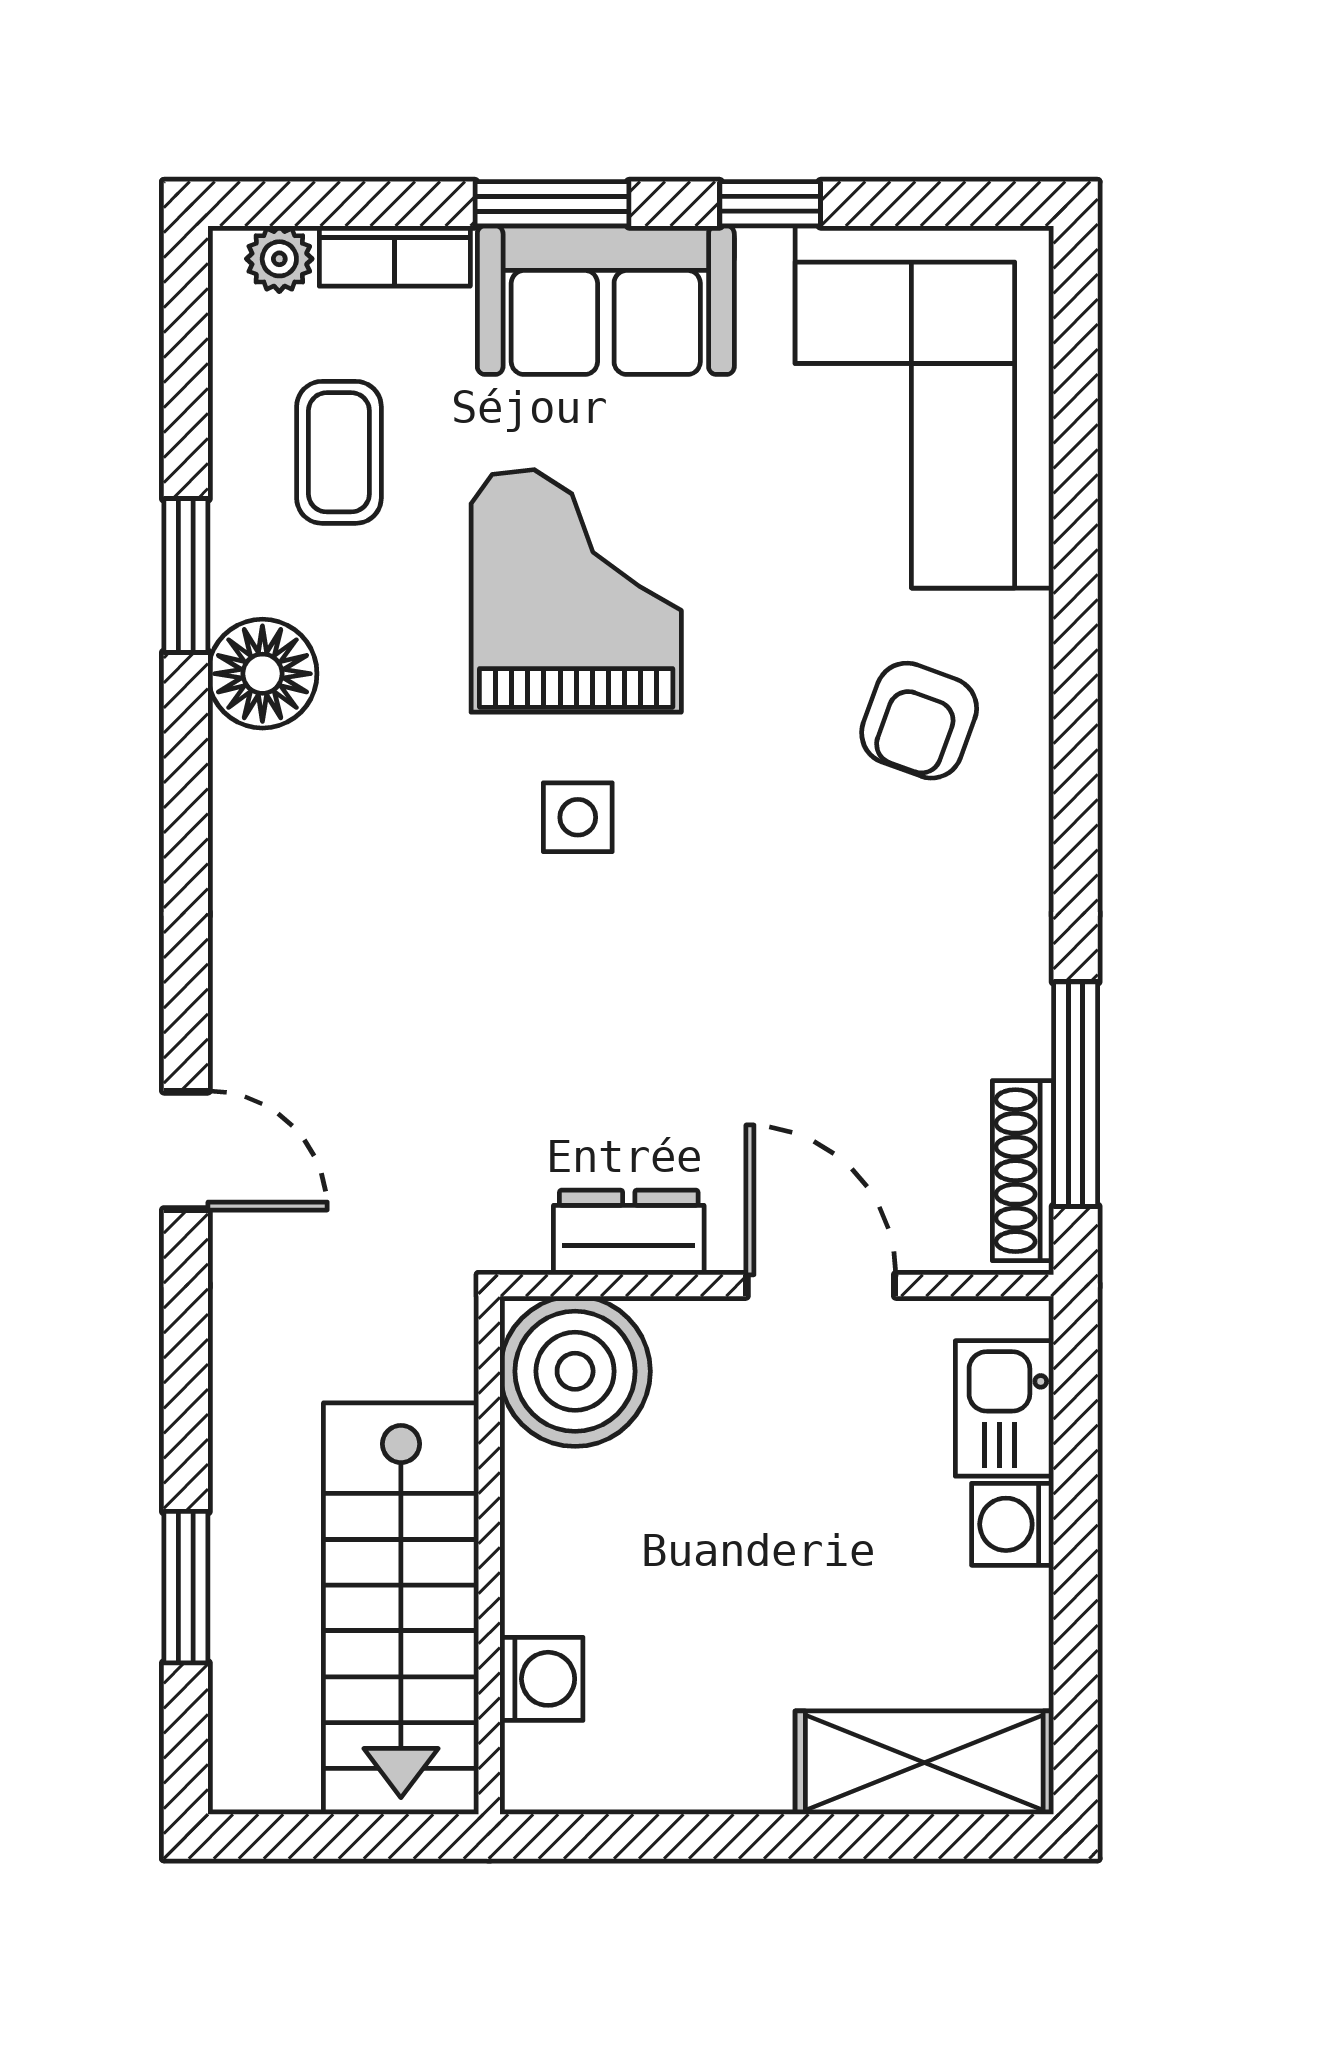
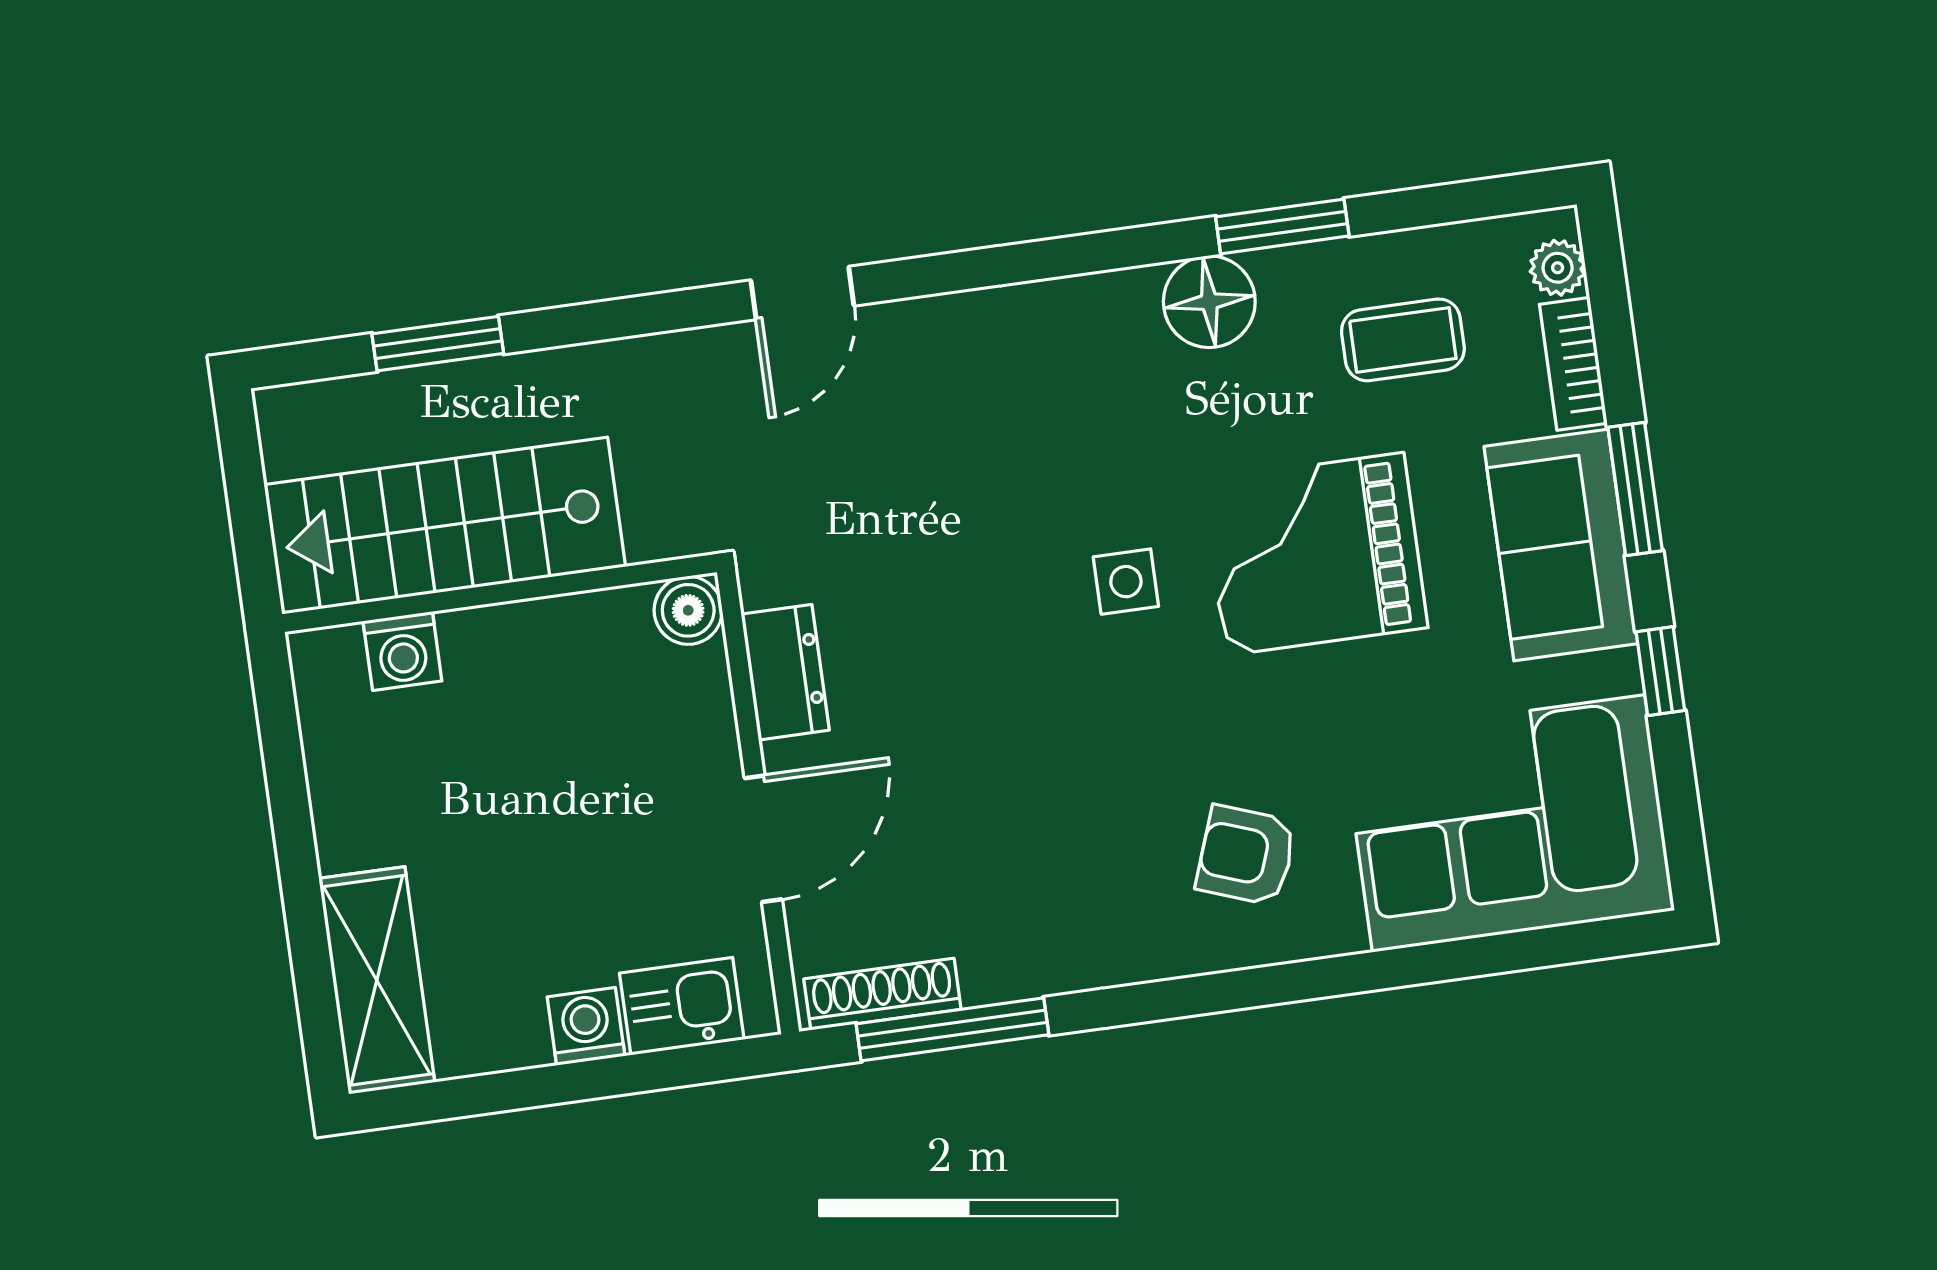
grand piano: (576, 591) -> (1315, 554), turned 180
boiler: (575, 1371) -> (688, 610), width x0.54, depth x0.54

